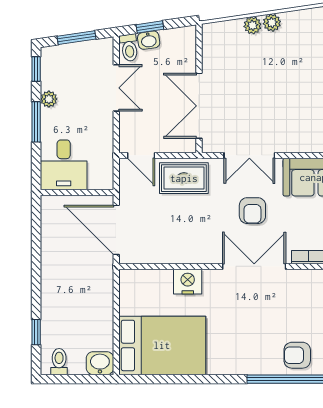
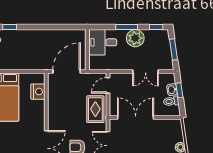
toilet: (129, 48) -> (171, 101), moved
plant: (49, 99) -> (135, 38), width x1.88, depth x1.88
nightstand: (188, 282) -> (38, 92), moved

